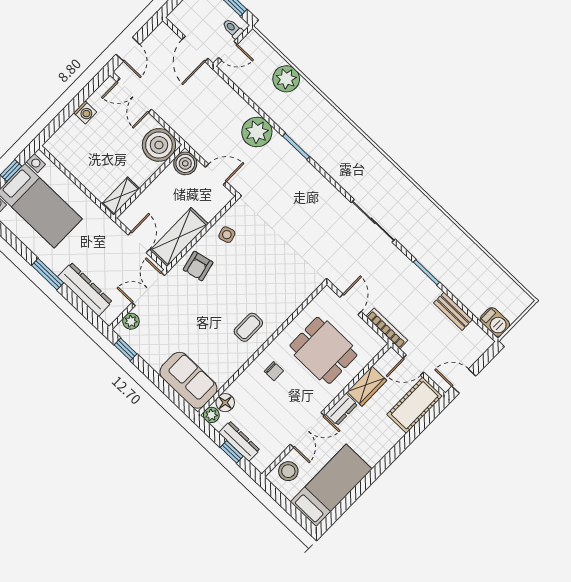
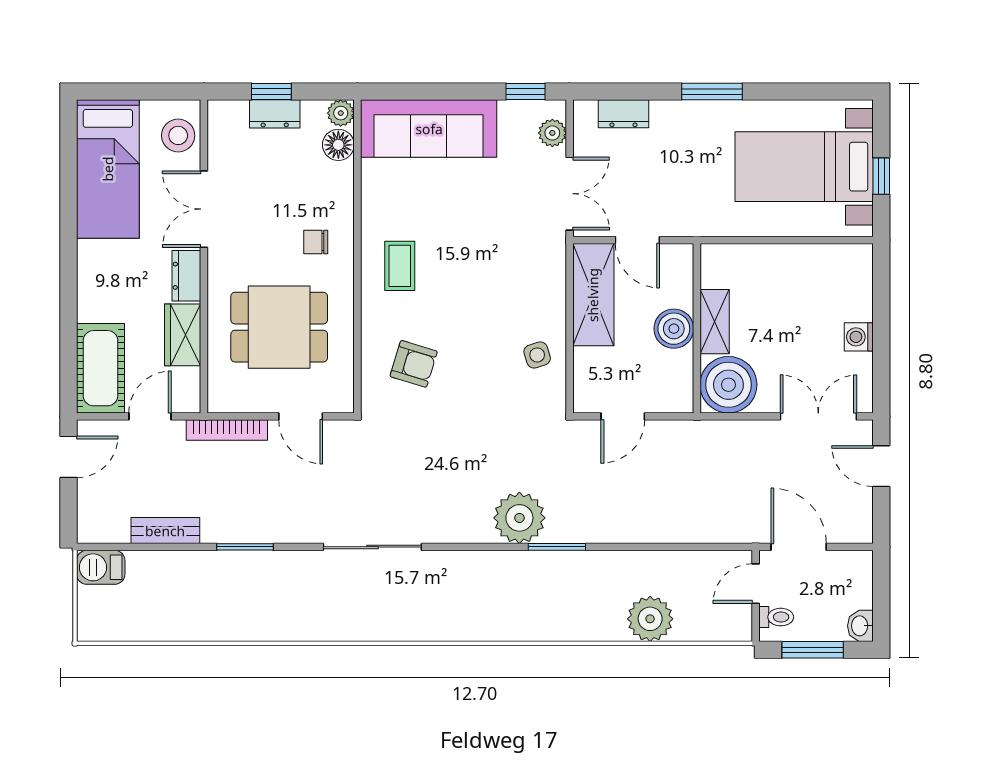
plant: (257, 132) -> (519, 518), moved
boiler: (185, 163) -> (674, 329), moved
shelving: (121, 196) -> (715, 322), moved
armchair: (198, 266) -> (414, 364), moved, turned 120
dresser: (85, 289) -> (623, 114), width x0.51, depth x0.80
sofa: (188, 380) -> (429, 129), width x1.36
dresser: (239, 441) -> (275, 114), width x0.70

